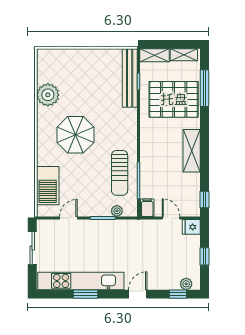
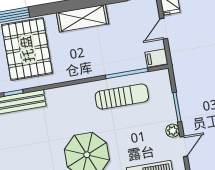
plant: (117, 211) -> (173, 131), moved
door: (68, 218) -> (184, 146), swing flipped

